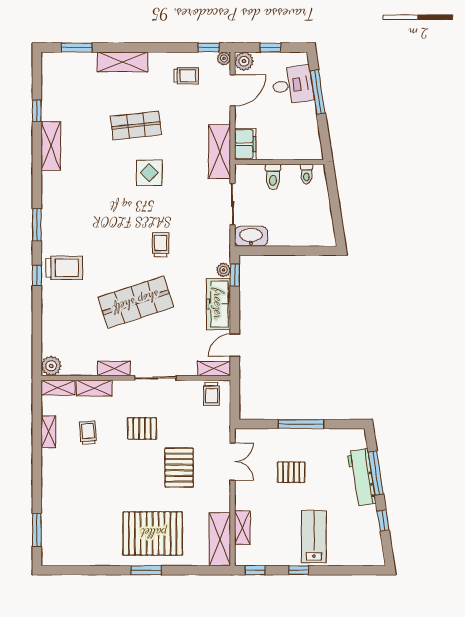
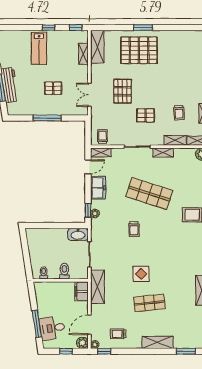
shop shelf: (136, 302) -> (149, 194), turned 36
freezer: (219, 304) -> (98, 188), width x0.71

